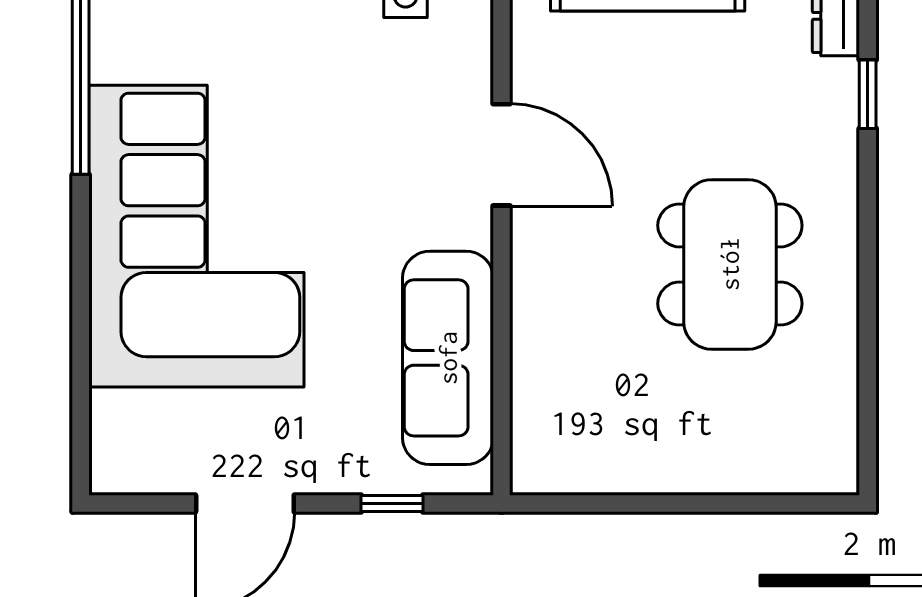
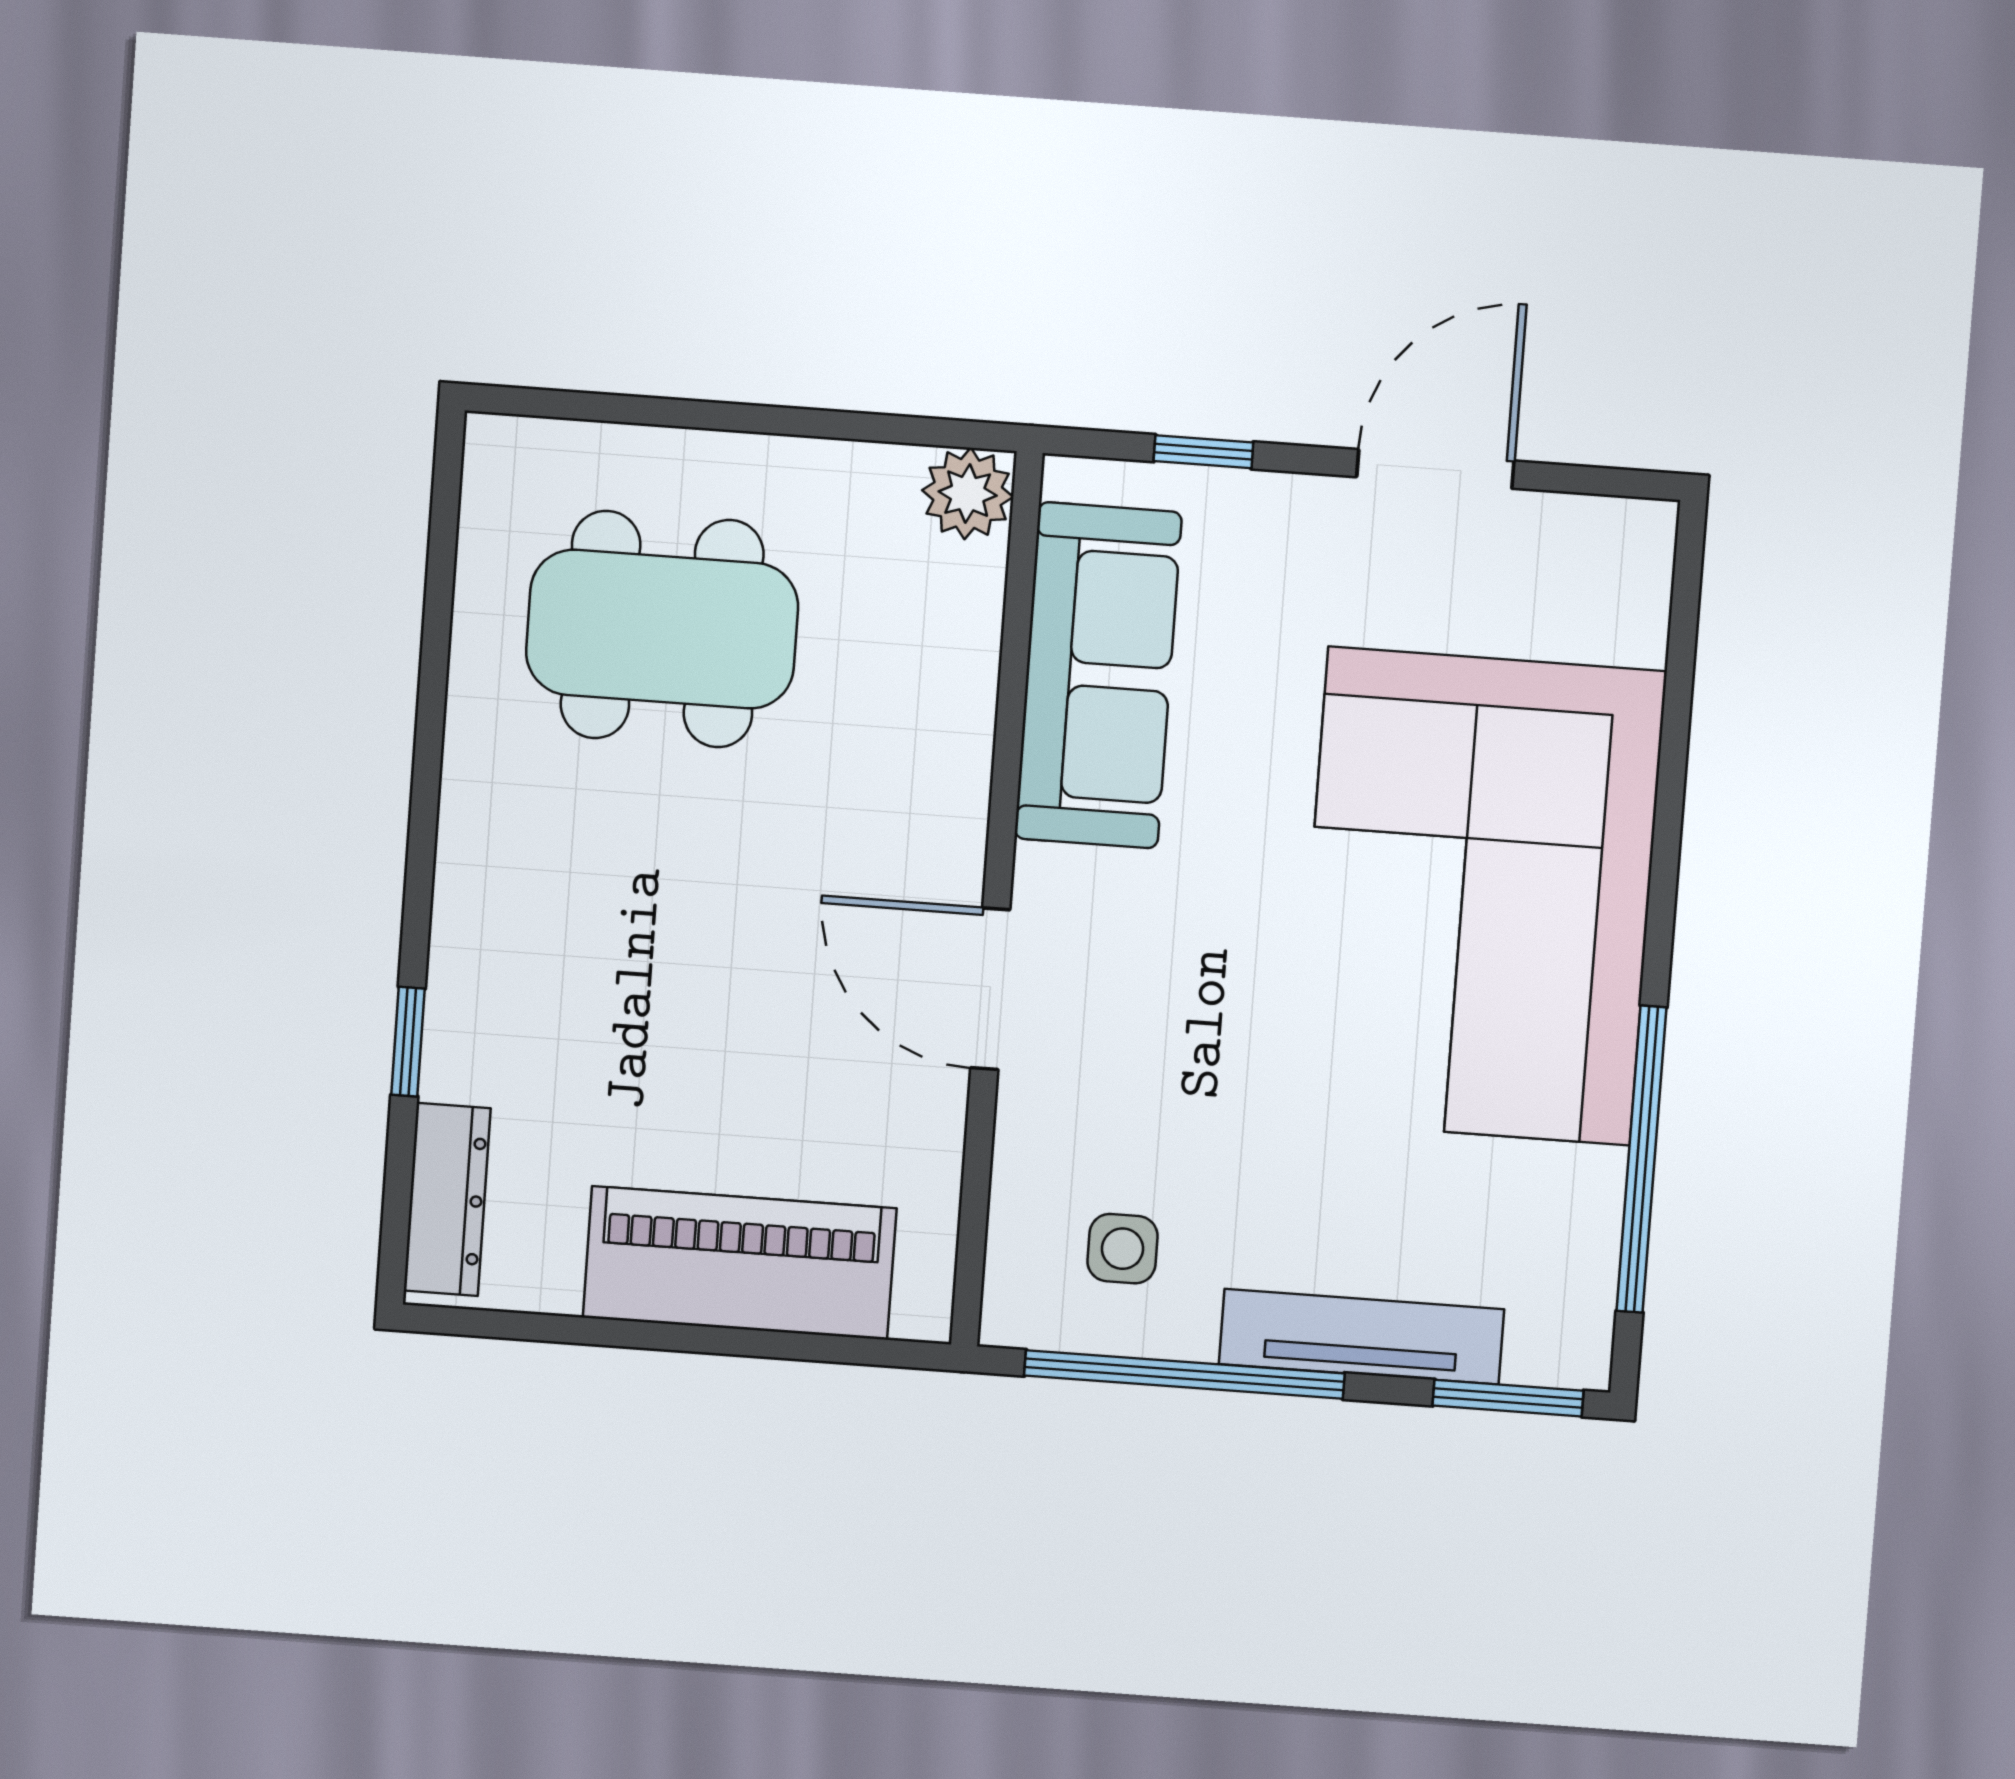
dining table: (730, 264) -> (662, 629), moved, turned 90
plant: (539, 466) -> (968, 494), added

